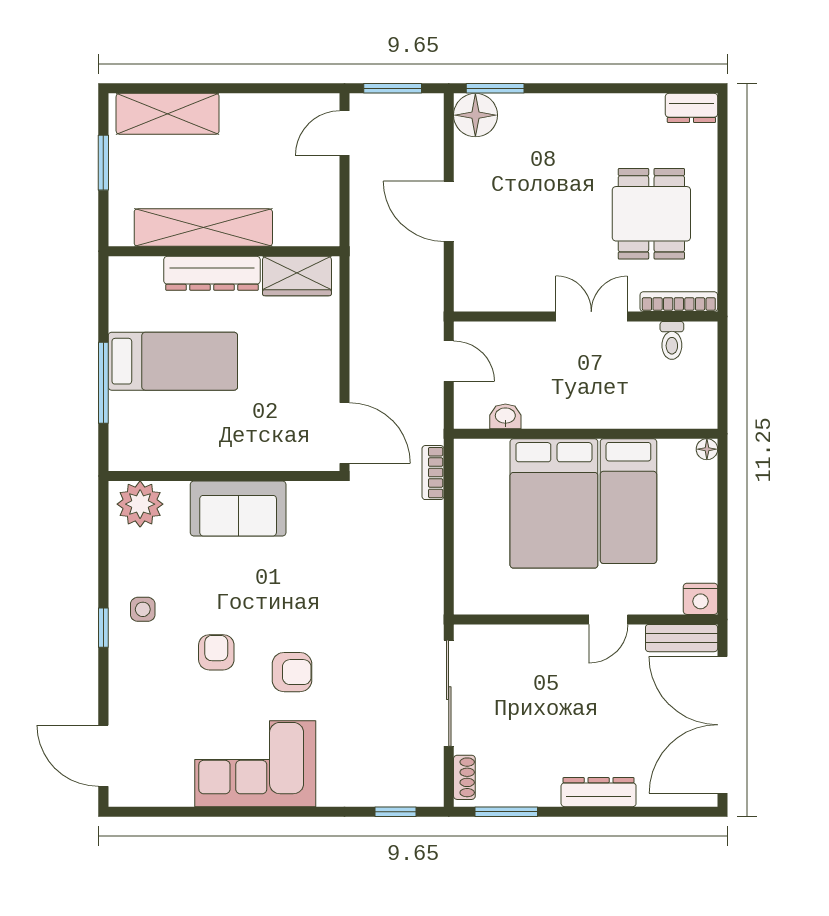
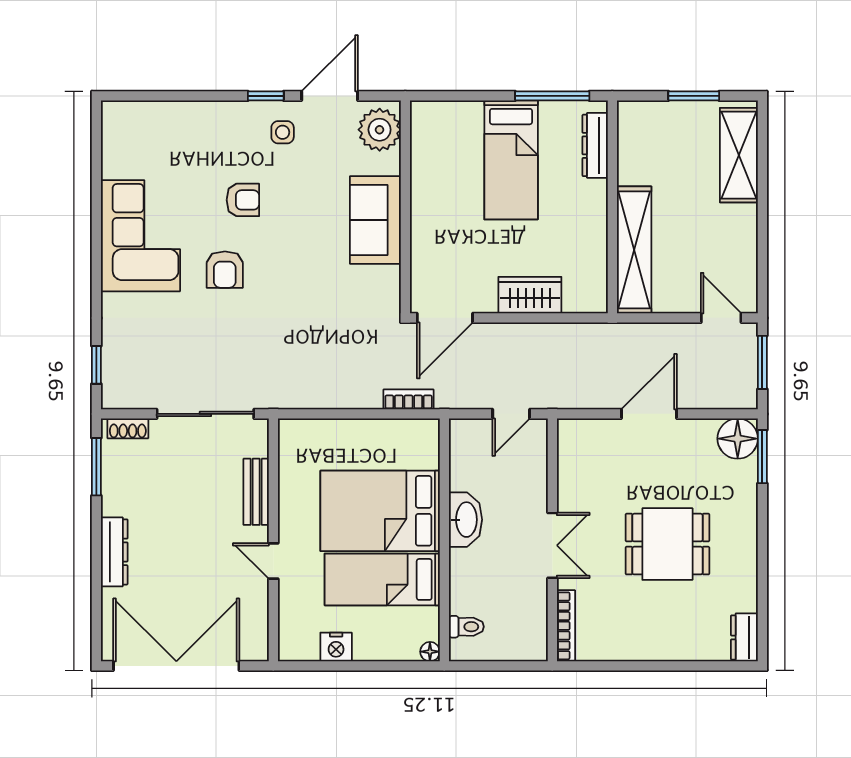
dining table: (651, 214) -> (667, 544), moved
shelving: (203, 228) -> (634, 250), moved
dresser: (212, 273) -> (595, 145), moved, width x0.73, depth x0.80
wardrobe: (297, 276) -> (530, 295), moved, turned 90
toilet: (672, 340) -> (466, 627), moved, turned 180
window: (103, 383) -> (552, 96), moved
washbasin: (505, 416) -> (465, 520), moved, width x1.91, depth x1.45
nightstand: (700, 599) -> (336, 647), moved, turned -90
bench: (682, 638) -> (256, 492), moved
door: (103, 756) -> (330, 96), moved

